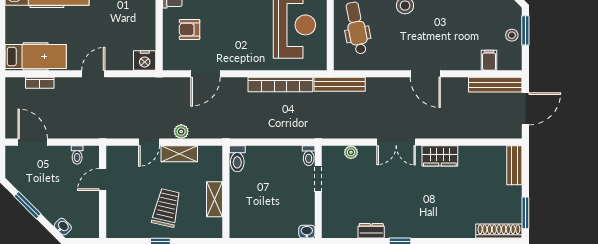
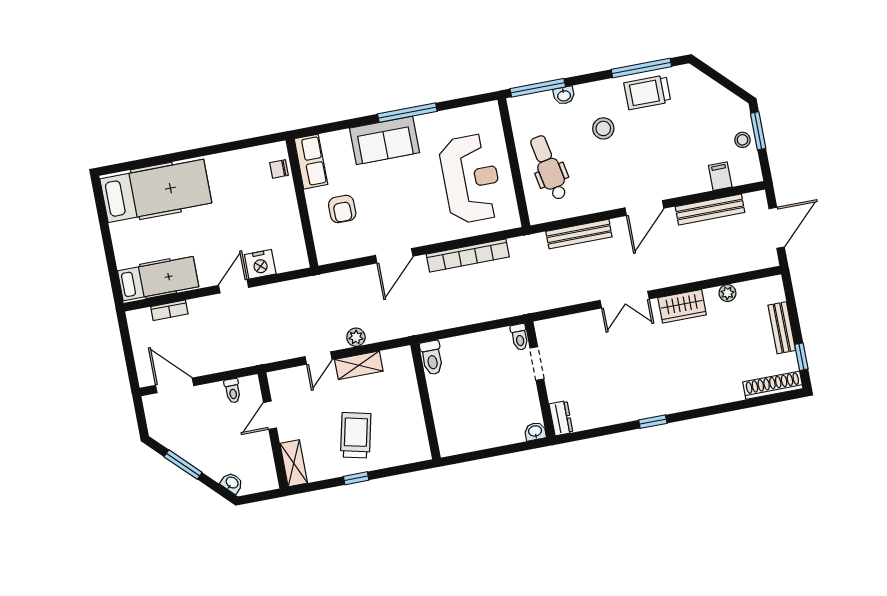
armchair: (189, 30) -> (342, 209), turned -90
nightstand: (145, 60) -> (260, 264), moved
door: (205, 74) -> (394, 256), moved
door: (425, 74) -> (644, 208), hinge flipped
bench: (340, 84) -> (579, 234), moved
bench: (495, 85) -> (710, 210), moved
plant: (351, 152) -> (727, 293), moved
bench: (514, 165) -> (782, 328), moved
shelving: (215, 199) -> (294, 463), moved
window: (525, 213) -> (801, 357), width x0.67
dresser: (371, 231) -> (561, 418), moved, turned 90

